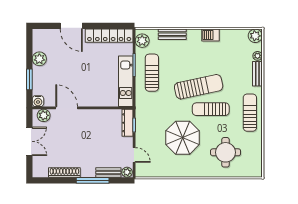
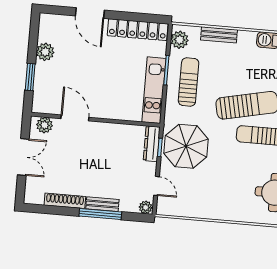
water cooler: (38, 101) -> (39, 106), removed
parasol: (183, 138) -> (186, 146), moved
bench: (108, 173) -> (102, 204), moved

